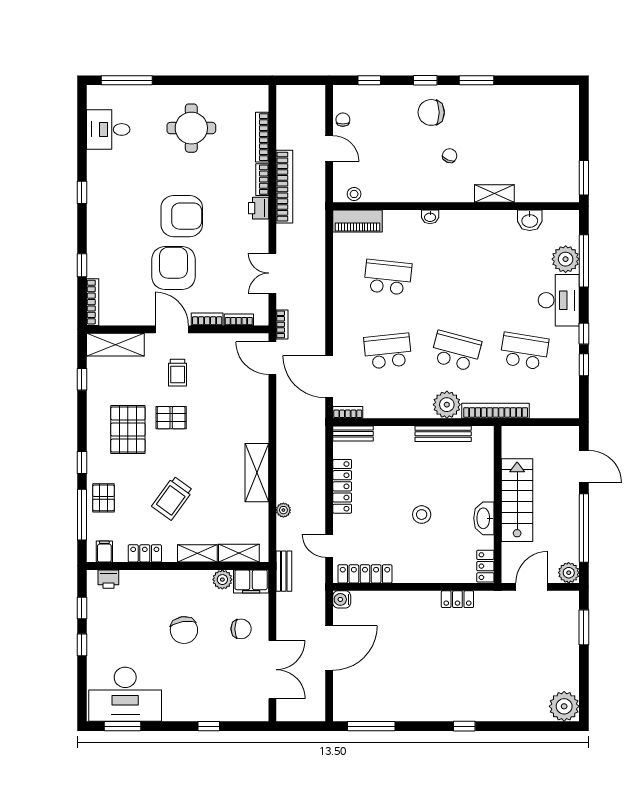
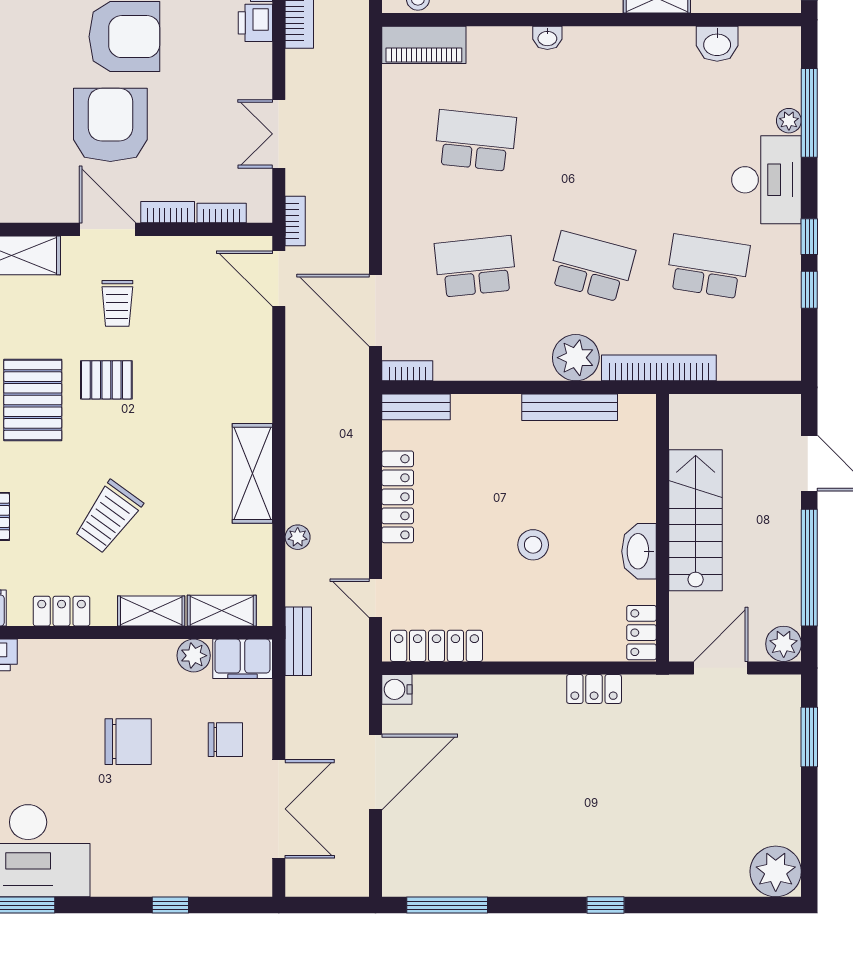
plant: (566, 259) -> (789, 121), width x0.53, depth x0.53
chair: (184, 630) -> (128, 742), turned -81

